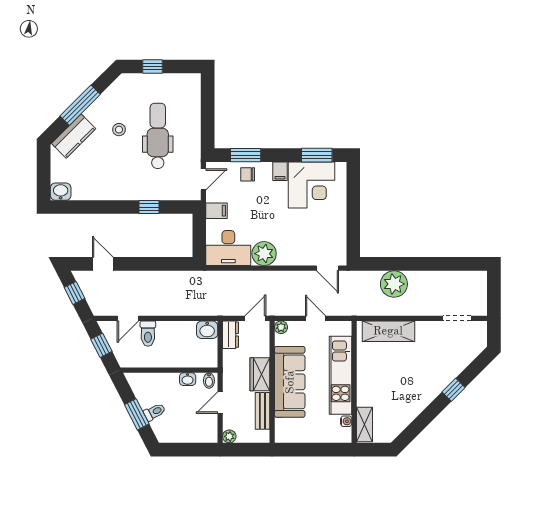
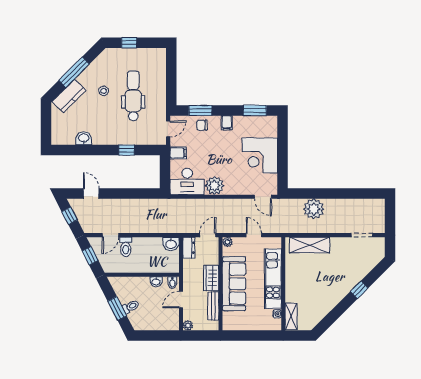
corner desk: (311, 185) -> (260, 155), moved, turned 90
washbasin: (61, 192) -> (84, 138), moved

